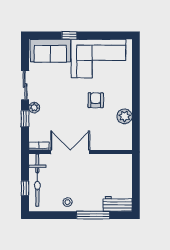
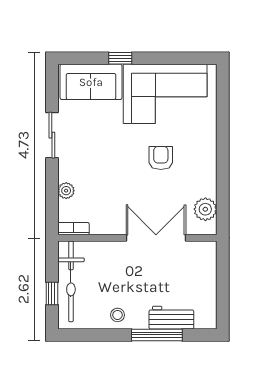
plant: (34, 108) -> (66, 191), moved
plant: (125, 116) -> (205, 209), moved
window: (25, 119) -> (52, 186), removed
double door: (70, 152) -> (156, 238), moved
workbench: (118, 204) -> (171, 318), moved

